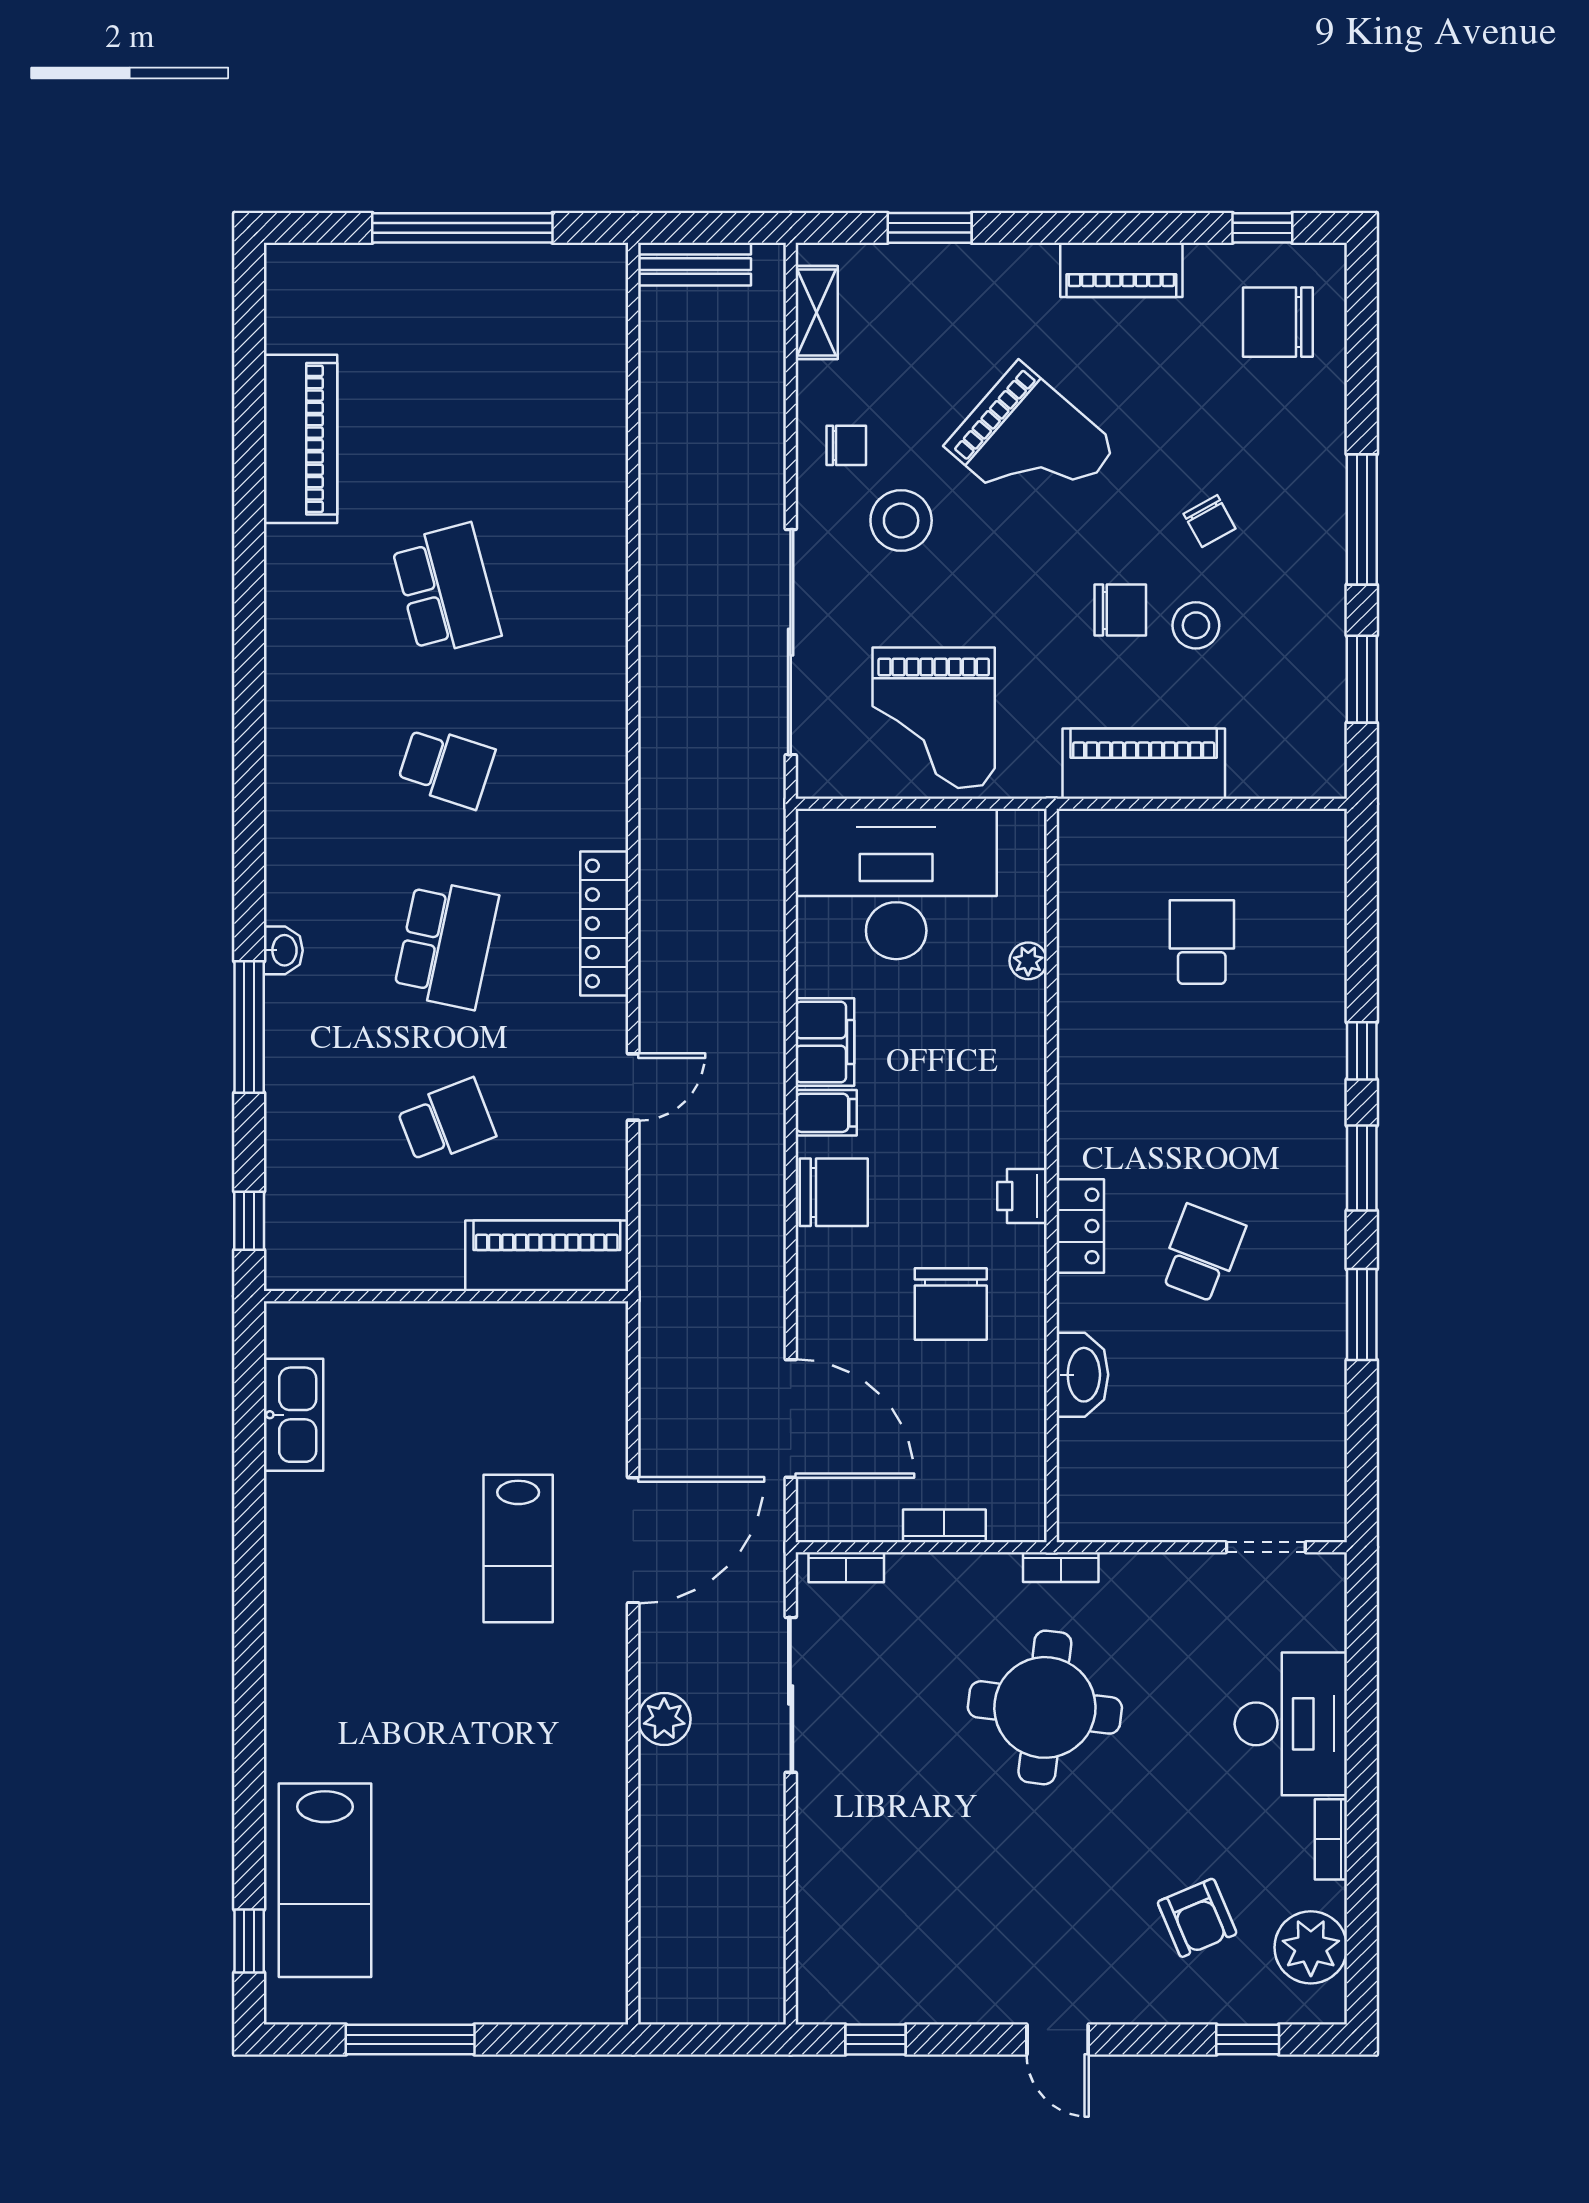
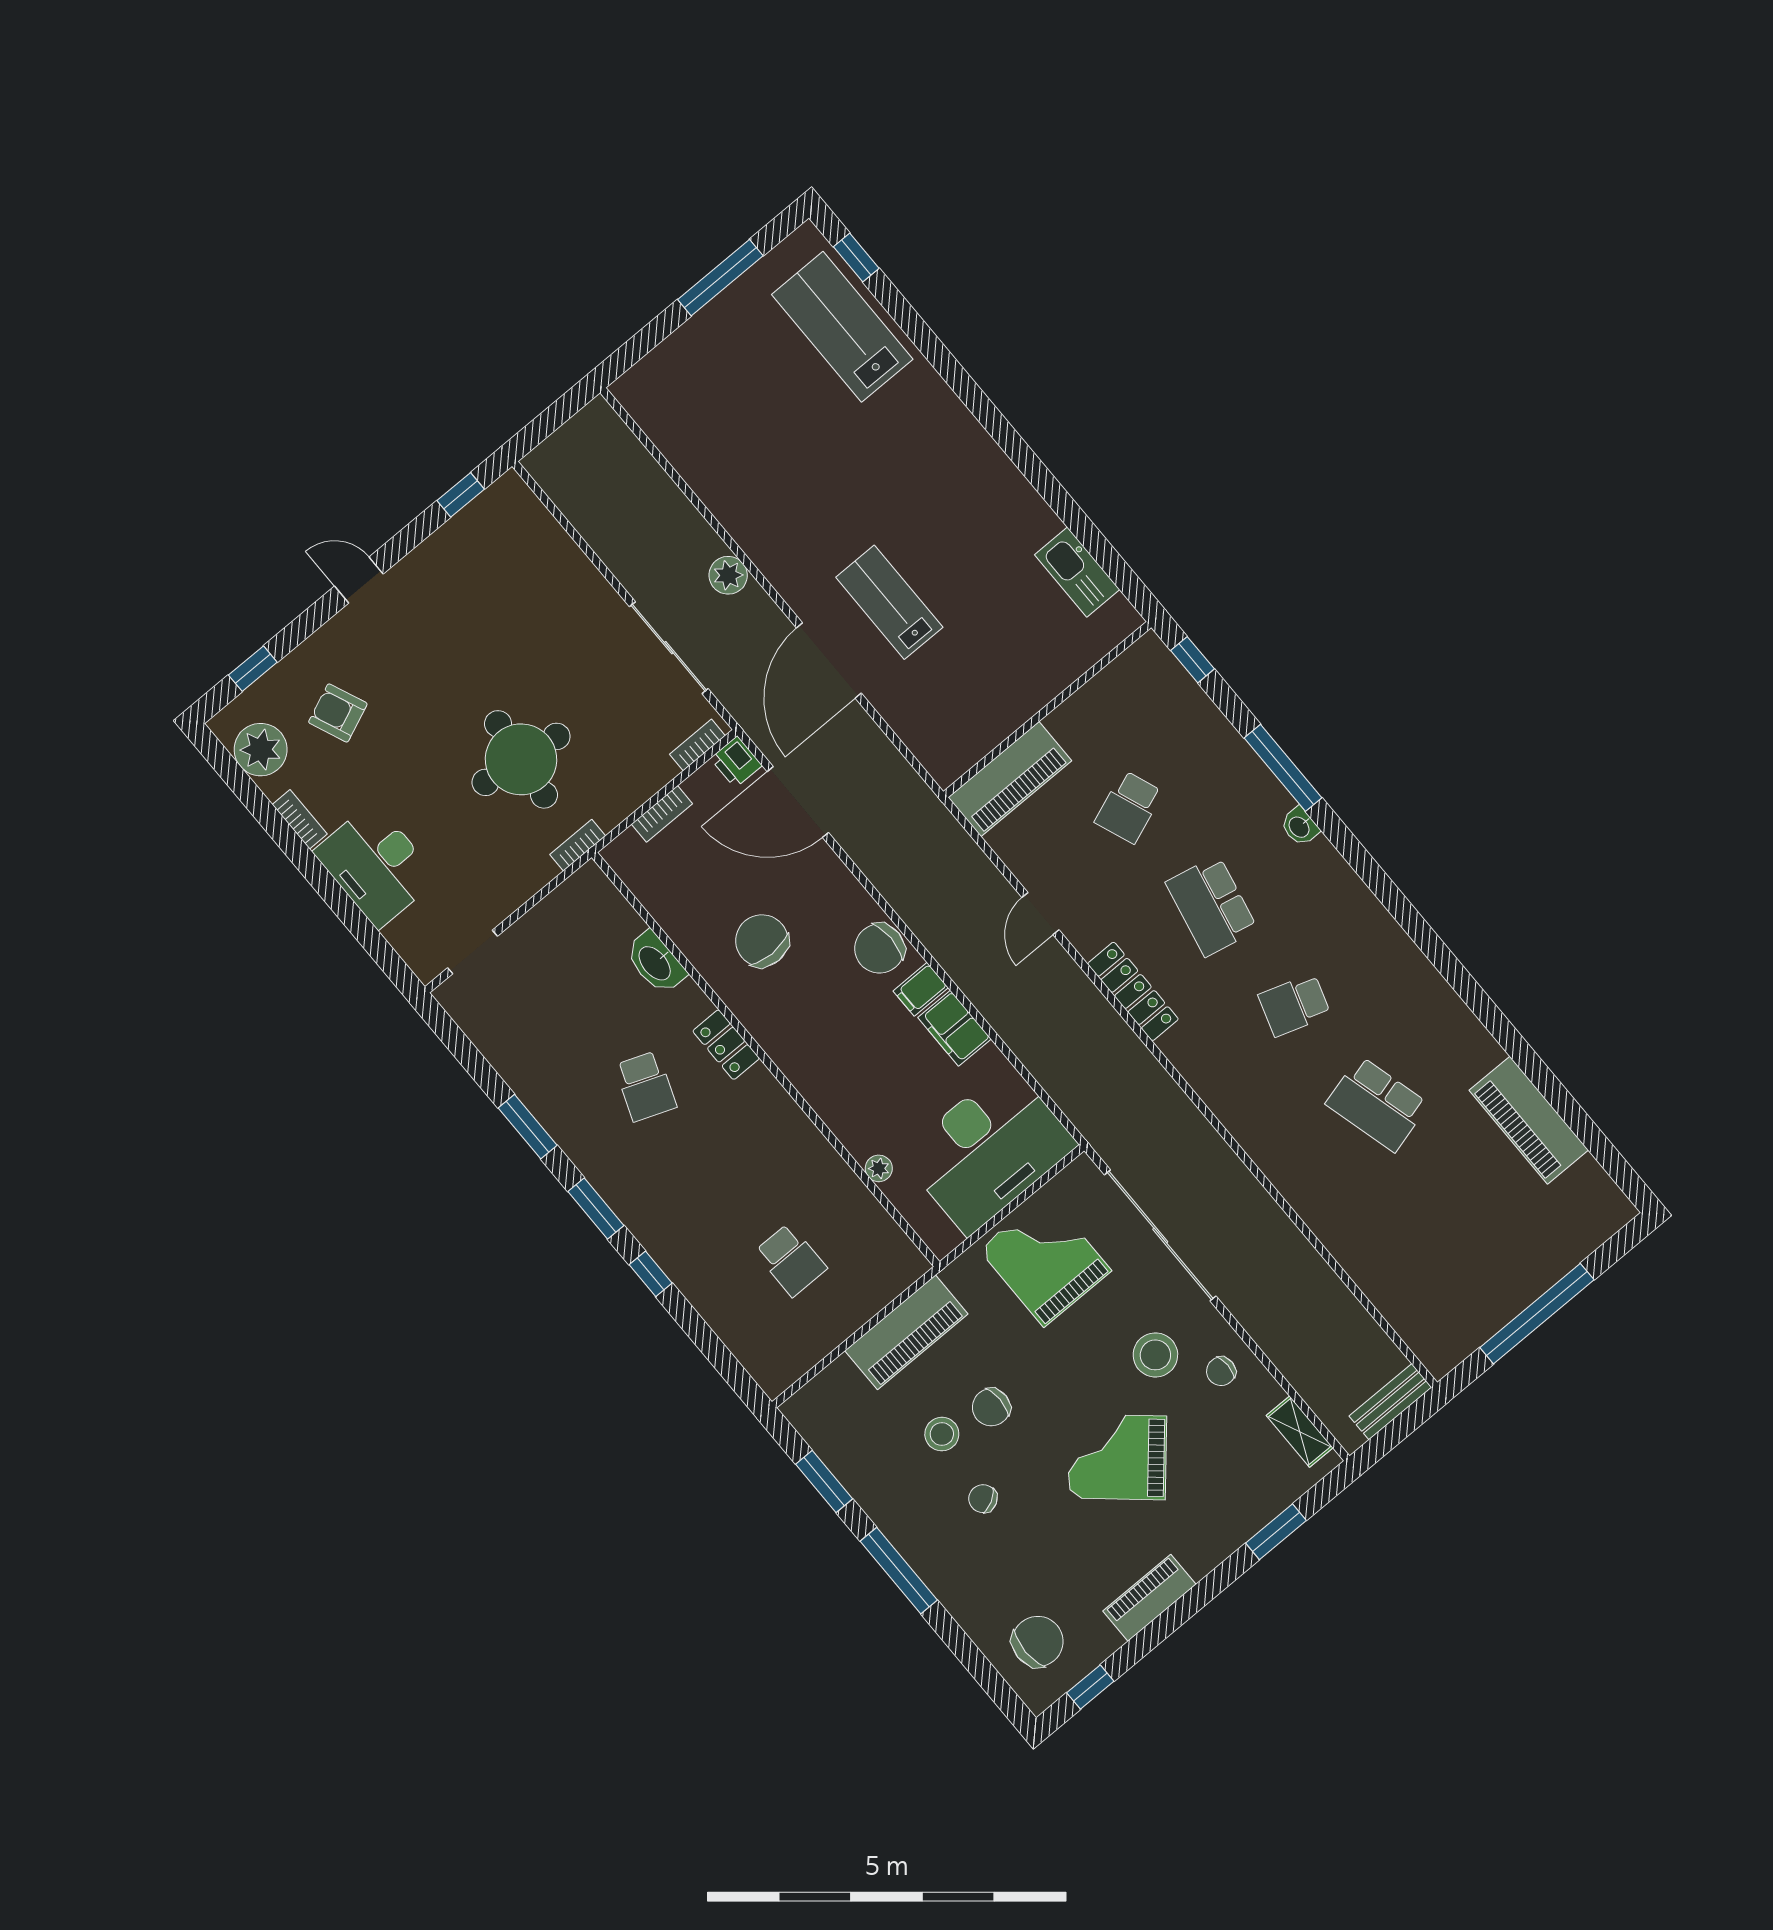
printer: (1022, 1196) -> (736, 762), moved, turned 180

